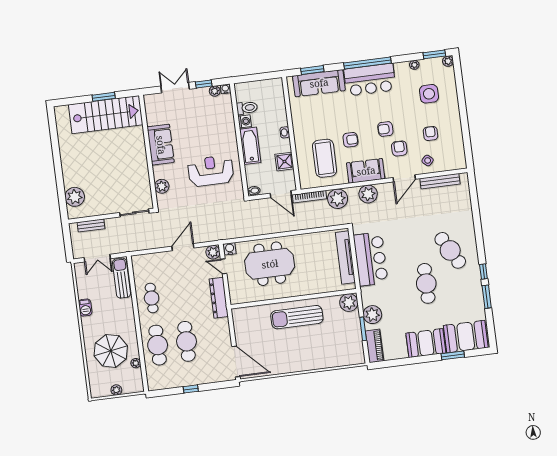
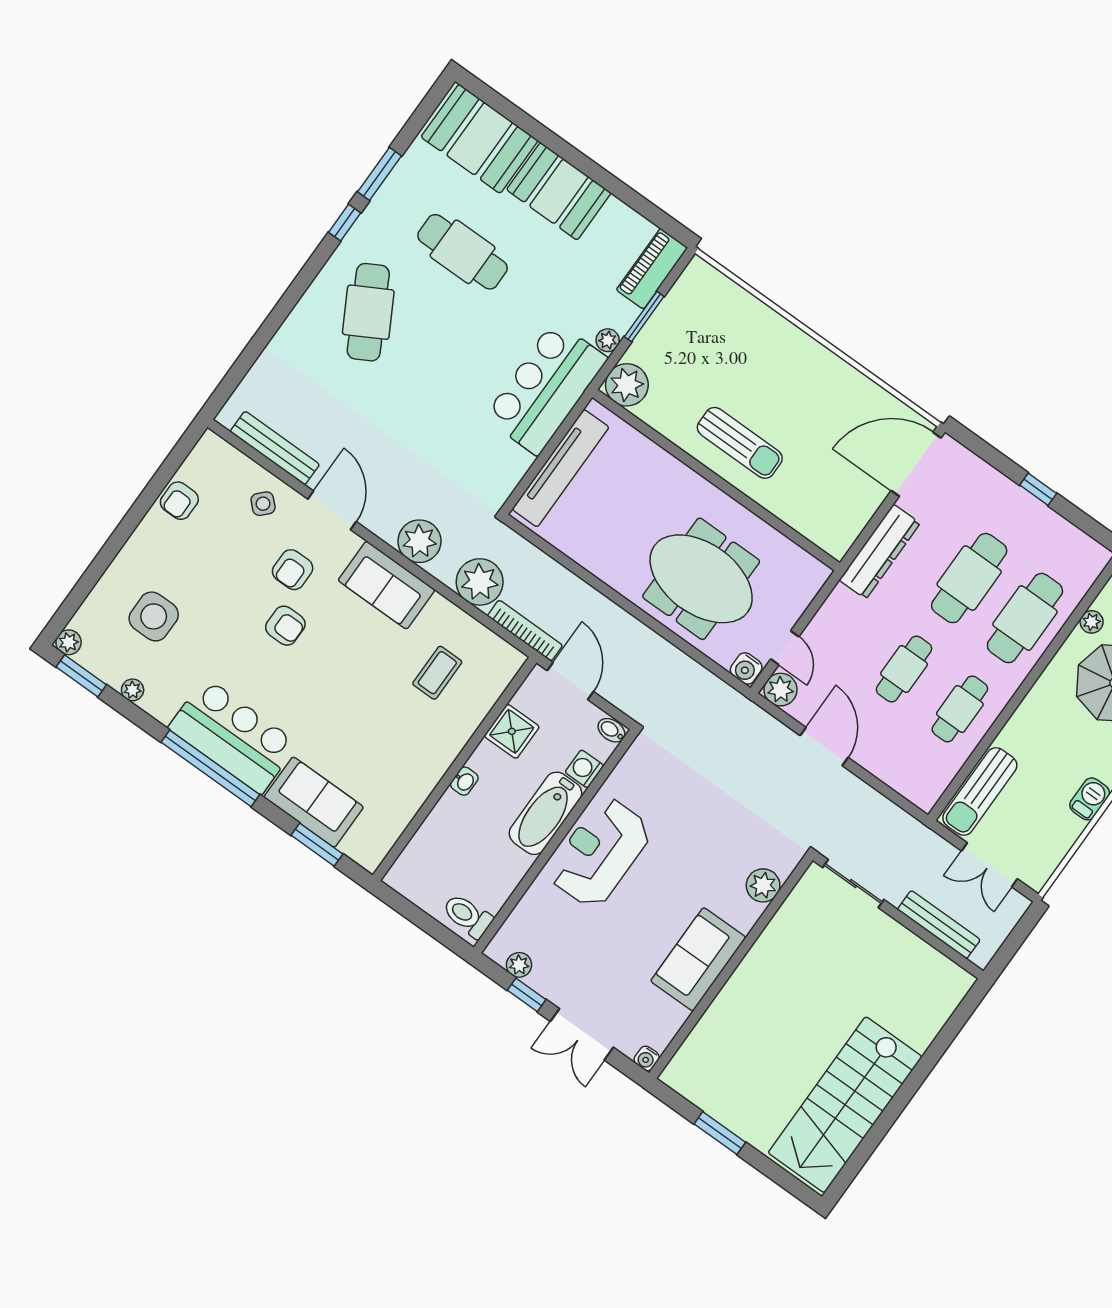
sofa: (319, 83) -> (314, 802), width x0.73
water cooler: (225, 89) -> (647, 1058), moved
toilet: (247, 108) -> (467, 916), moved
stairs: (106, 115) -> (845, 1105), moved, turned -90
washing machine: (245, 121) -> (584, 769), moved
armchair: (431, 133) -> (179, 501), moved
armchair: (350, 140) -> (363, 663), removed
coffee table: (325, 158) -> (437, 673), width x0.54, depth x0.58
reception desk: (211, 171) -> (600, 853), moved, turned 90
door: (404, 178) -> (332, 510), hinge flipped
plant: (75, 197) -> (930, 1007), removed
bench: (91, 225) -> (939, 925), width x1.36
door: (183, 247) -> (824, 746), swing flipped
double door: (97, 258) -> (990, 865), swing flipped
bar counter: (371, 259) -> (546, 388), moved
cafe table: (426, 283) -> (463, 252), moved, turned 90
cafe table: (180, 294) -> (904, 669), added
dresser: (219, 298) -> (880, 552), moved
plant: (372, 315) -> (608, 340), width x0.53, depth x0.53
sun lounger: (297, 317) -> (740, 443), width x0.73, depth x0.75
window: (453, 355) -> (532, 127), removed
door: (236, 361) -> (916, 464), hinge flipped

